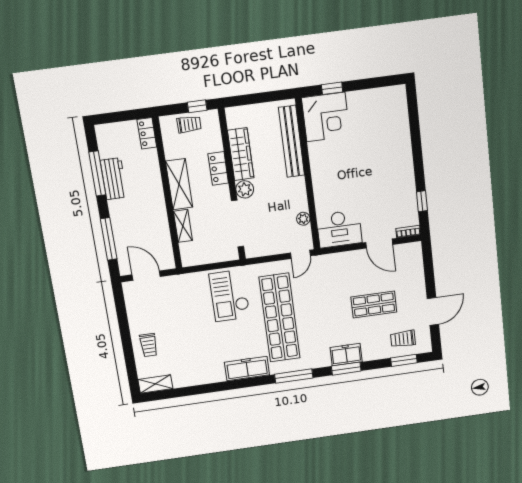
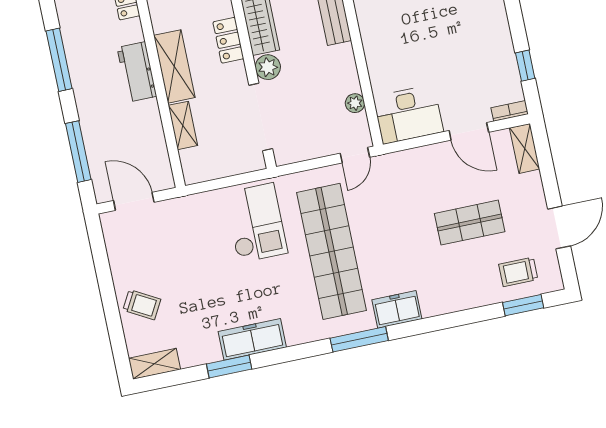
workbench: (114, 179) -> (137, 72), moved, turned 180
shelving: (416, 258) -> (525, 148), added
checkout: (230, 296) -> (256, 223), turned 180
trolley: (149, 345) -> (142, 305), turned -61
freezer: (346, 355) -> (397, 309), moved
freezer: (247, 369) -> (252, 339), moved
window: (346, 369) -> (229, 366), moved

